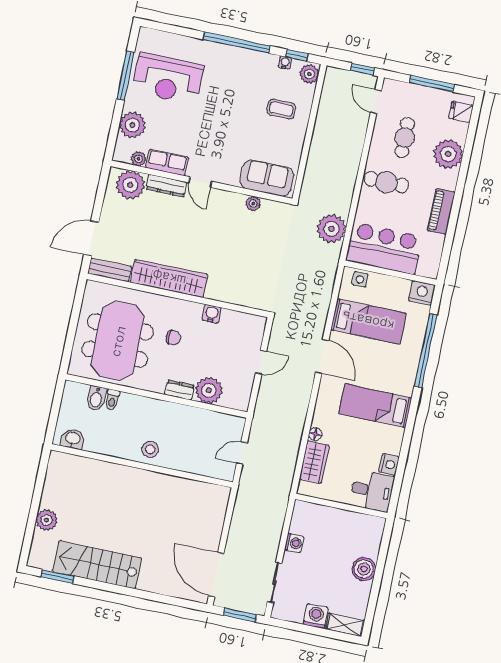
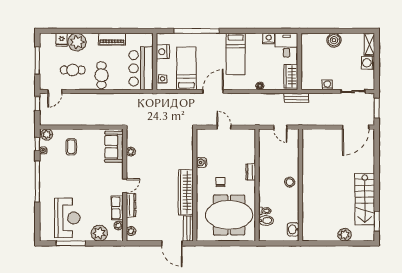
fridge: (461, 112) -> (62, 40), moved
plant: (130, 185) -> (131, 231), width x0.53, depth x0.53
plant: (331, 229) -> (136, 102), removed
nightstand: (422, 293) -> (163, 52), moved
plant: (209, 390) -> (247, 155), removed
wardrobe: (314, 462) -> (291, 77), moved, turned -90
bench: (284, 489) -> (296, 98), added

